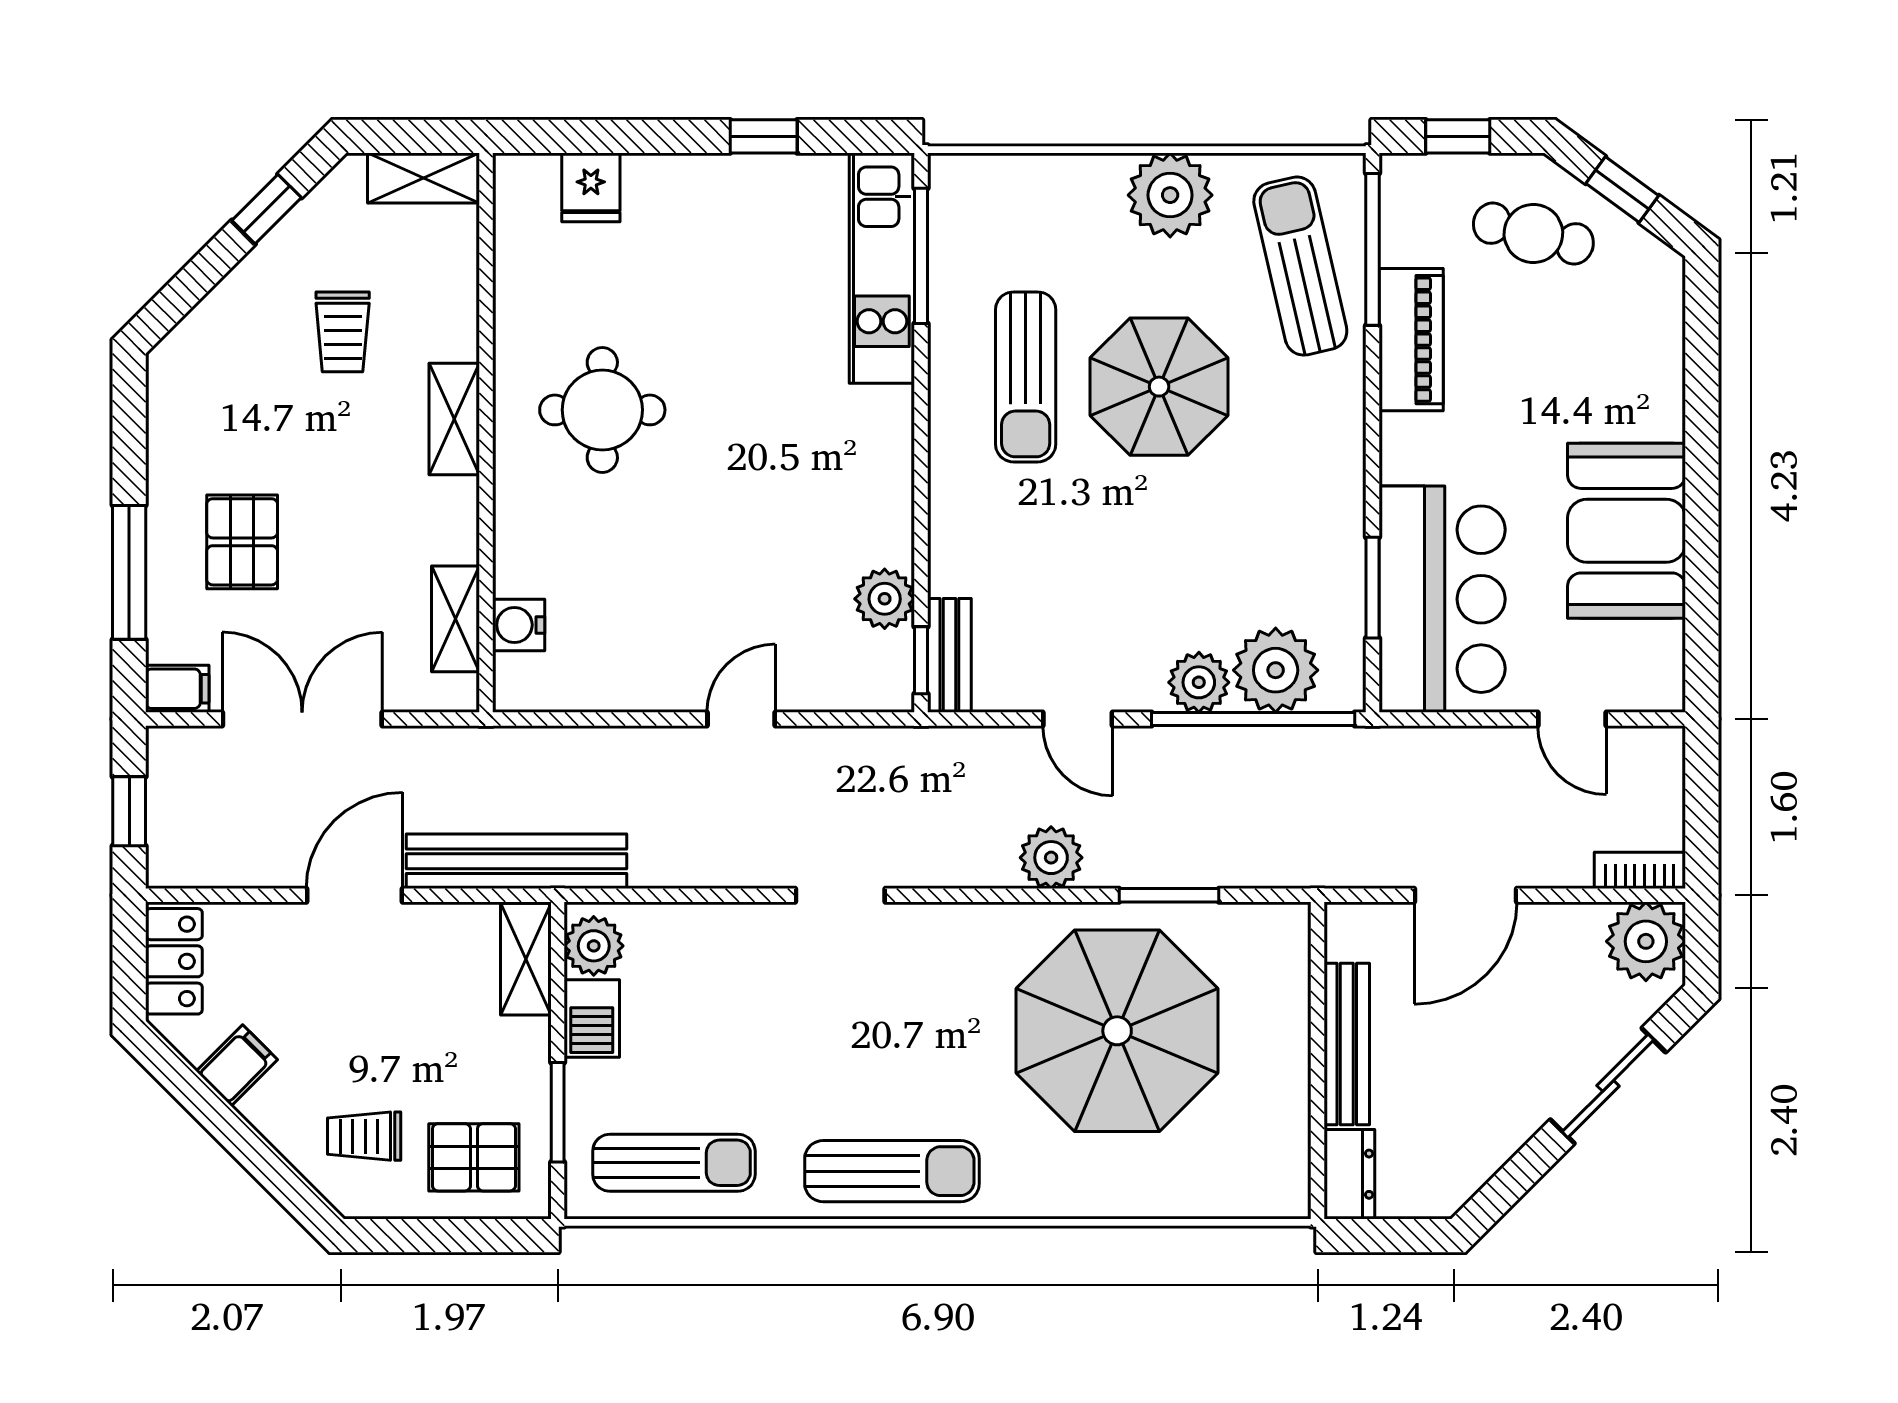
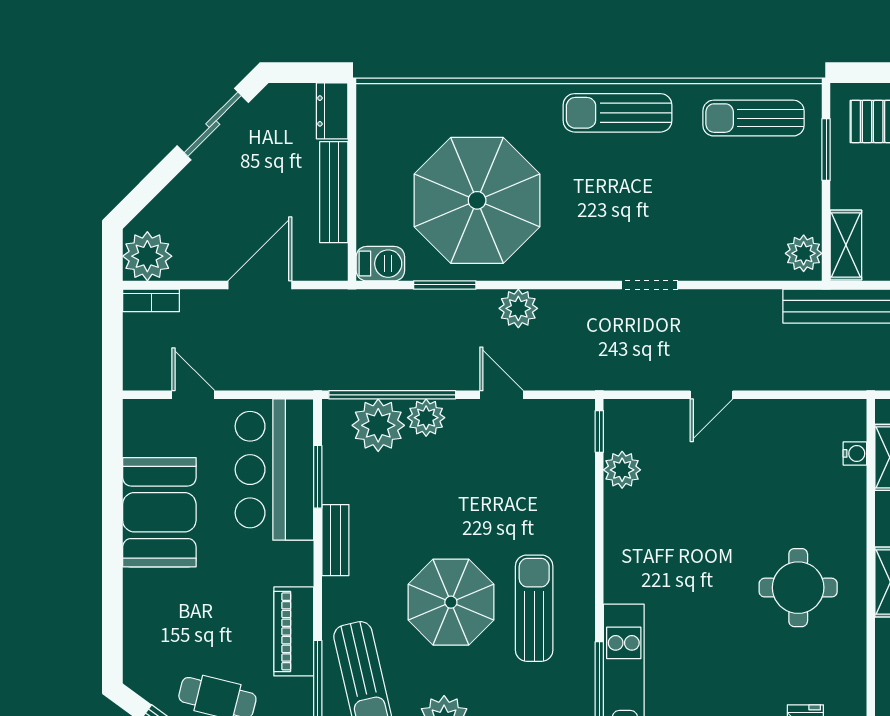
water cooler: (519, 625) -> (855, 453), width x0.72, depth x0.72
bench: (949, 655) -> (335, 540), moved
barbecue: (592, 1019) -> (380, 264), moved, turned 90
sliding door: (1608, 1086) -> (213, 124), moved

